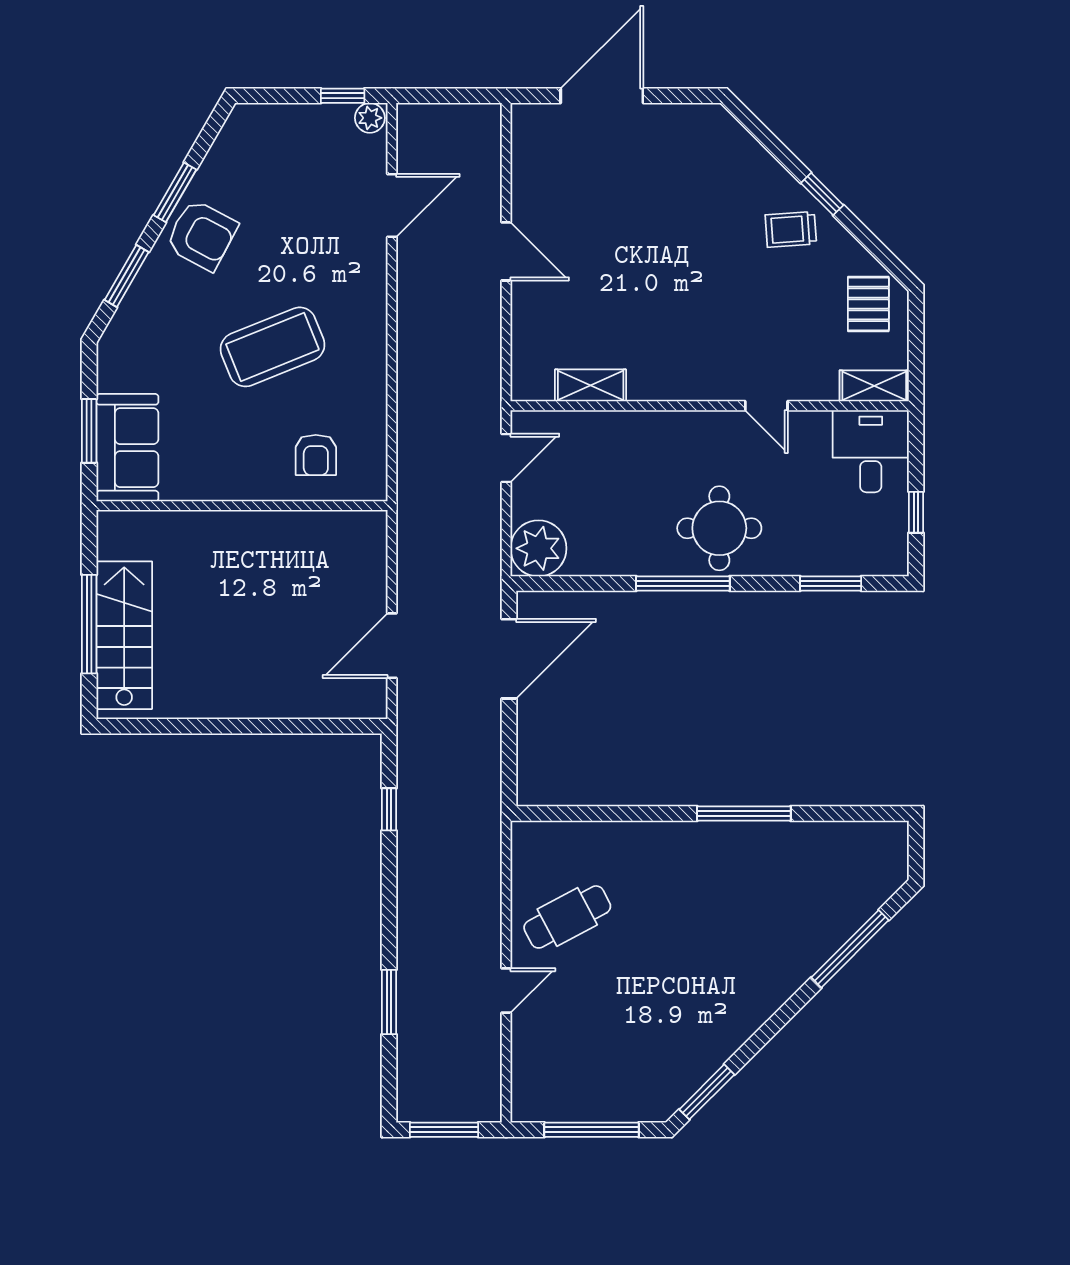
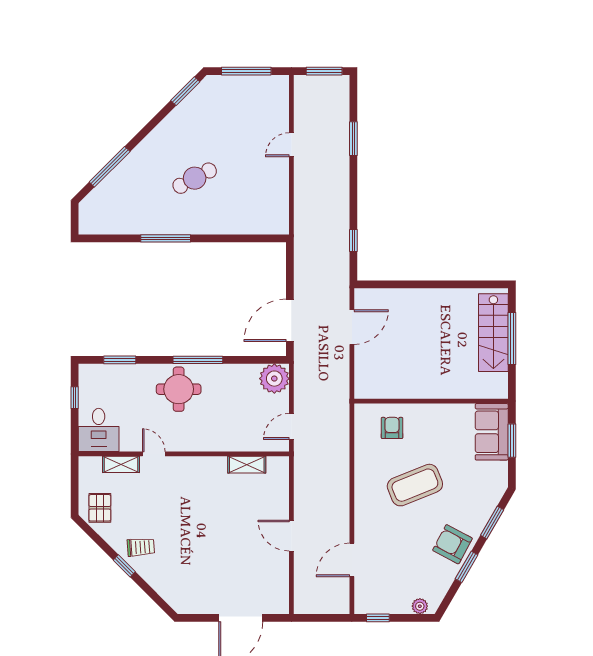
plant: (370, 118) -> (420, 606), moved
shelving: (874, 386) -> (121, 464), moved
cafe table: (567, 917) -> (195, 178), moved

